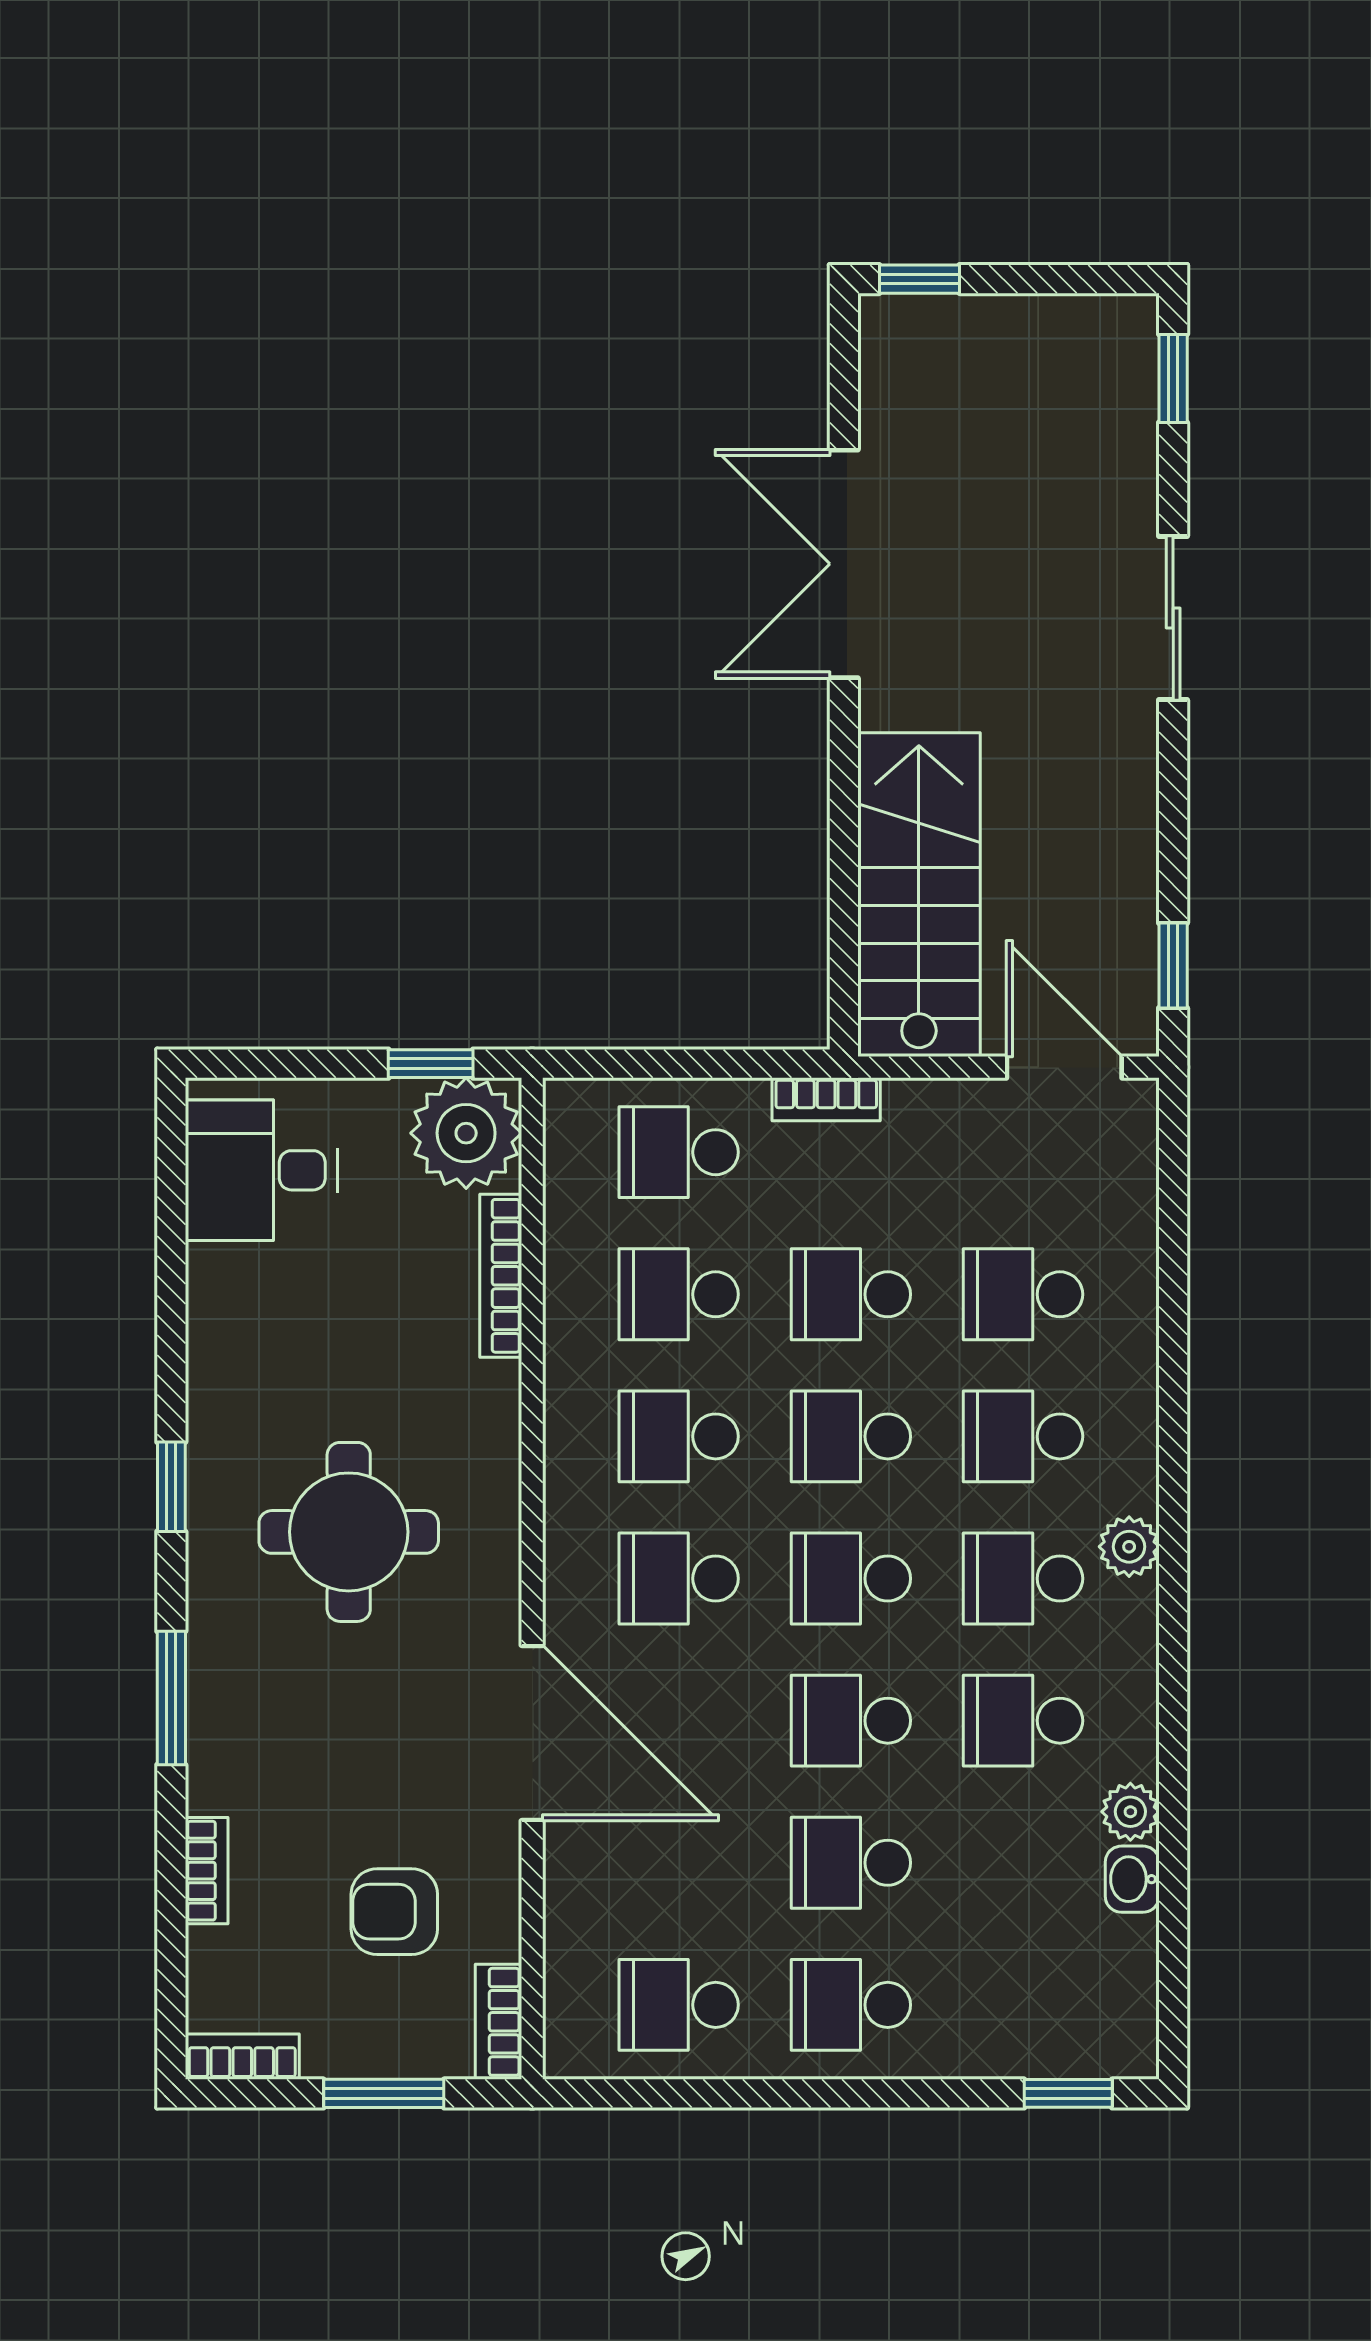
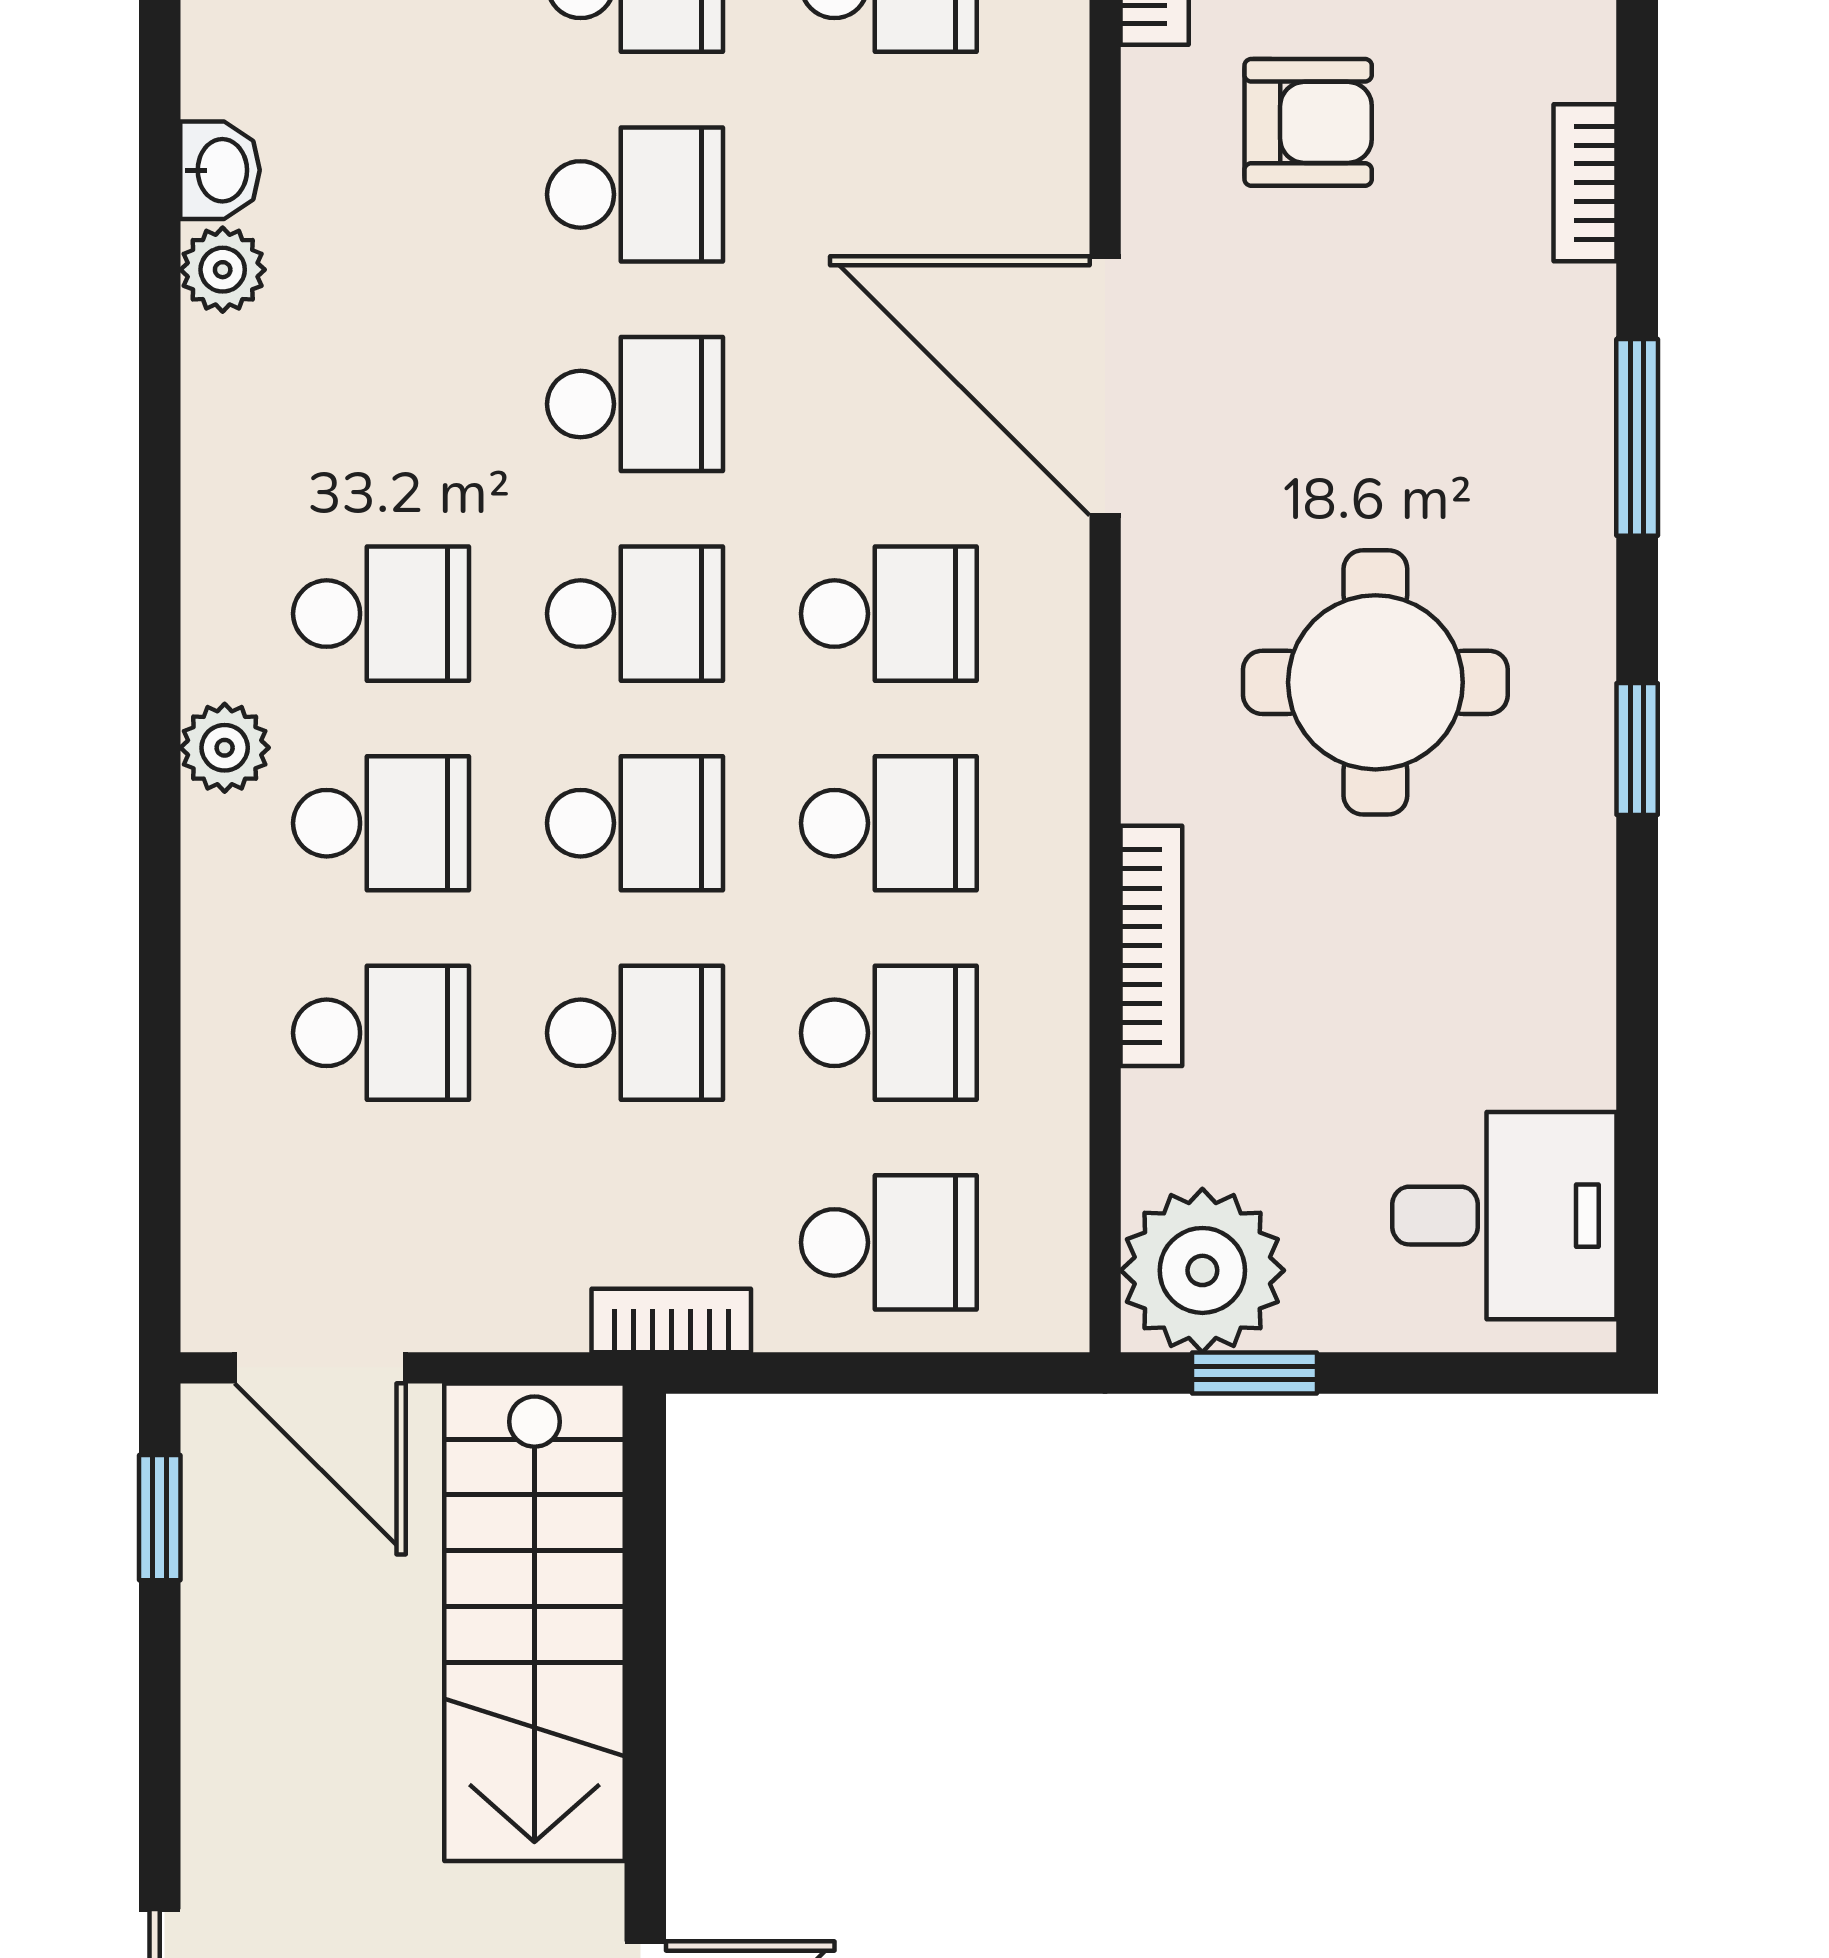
bookcase: (501, 1276) -> (1151, 946), moved
plant: (1129, 1547) -> (225, 748), moved
school desk: (1023, 1721) -> (381, 404), removed

